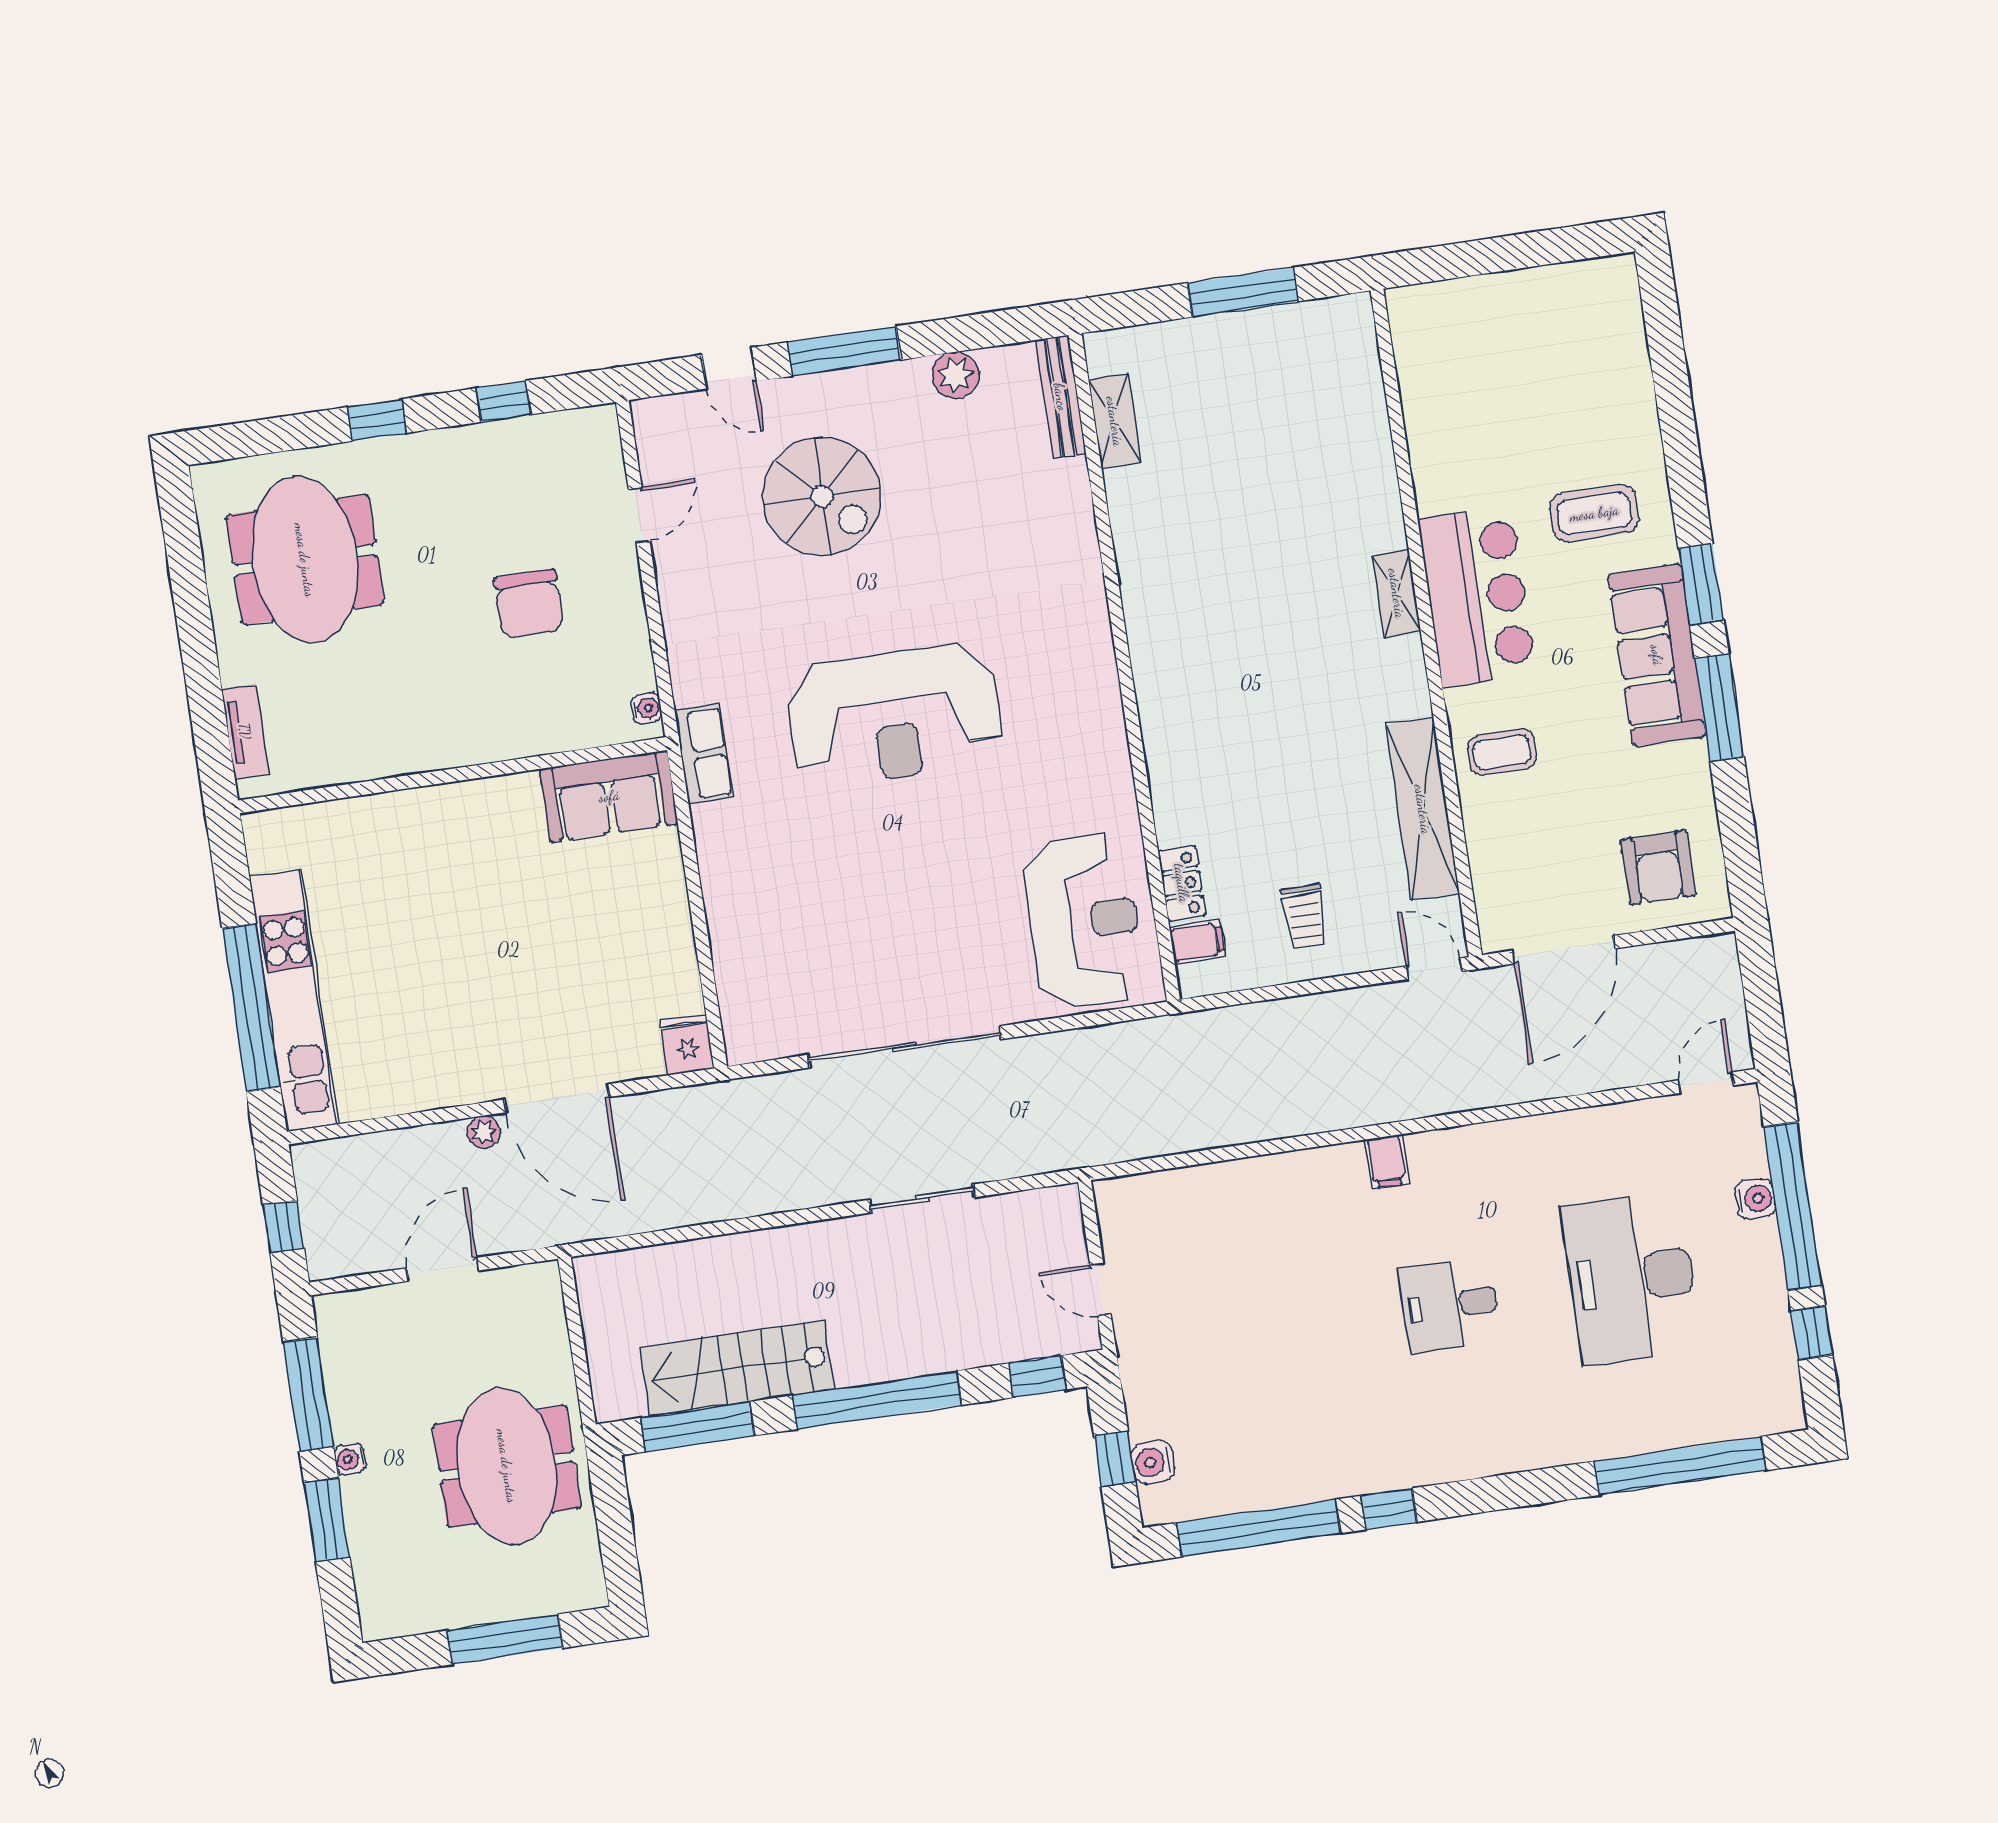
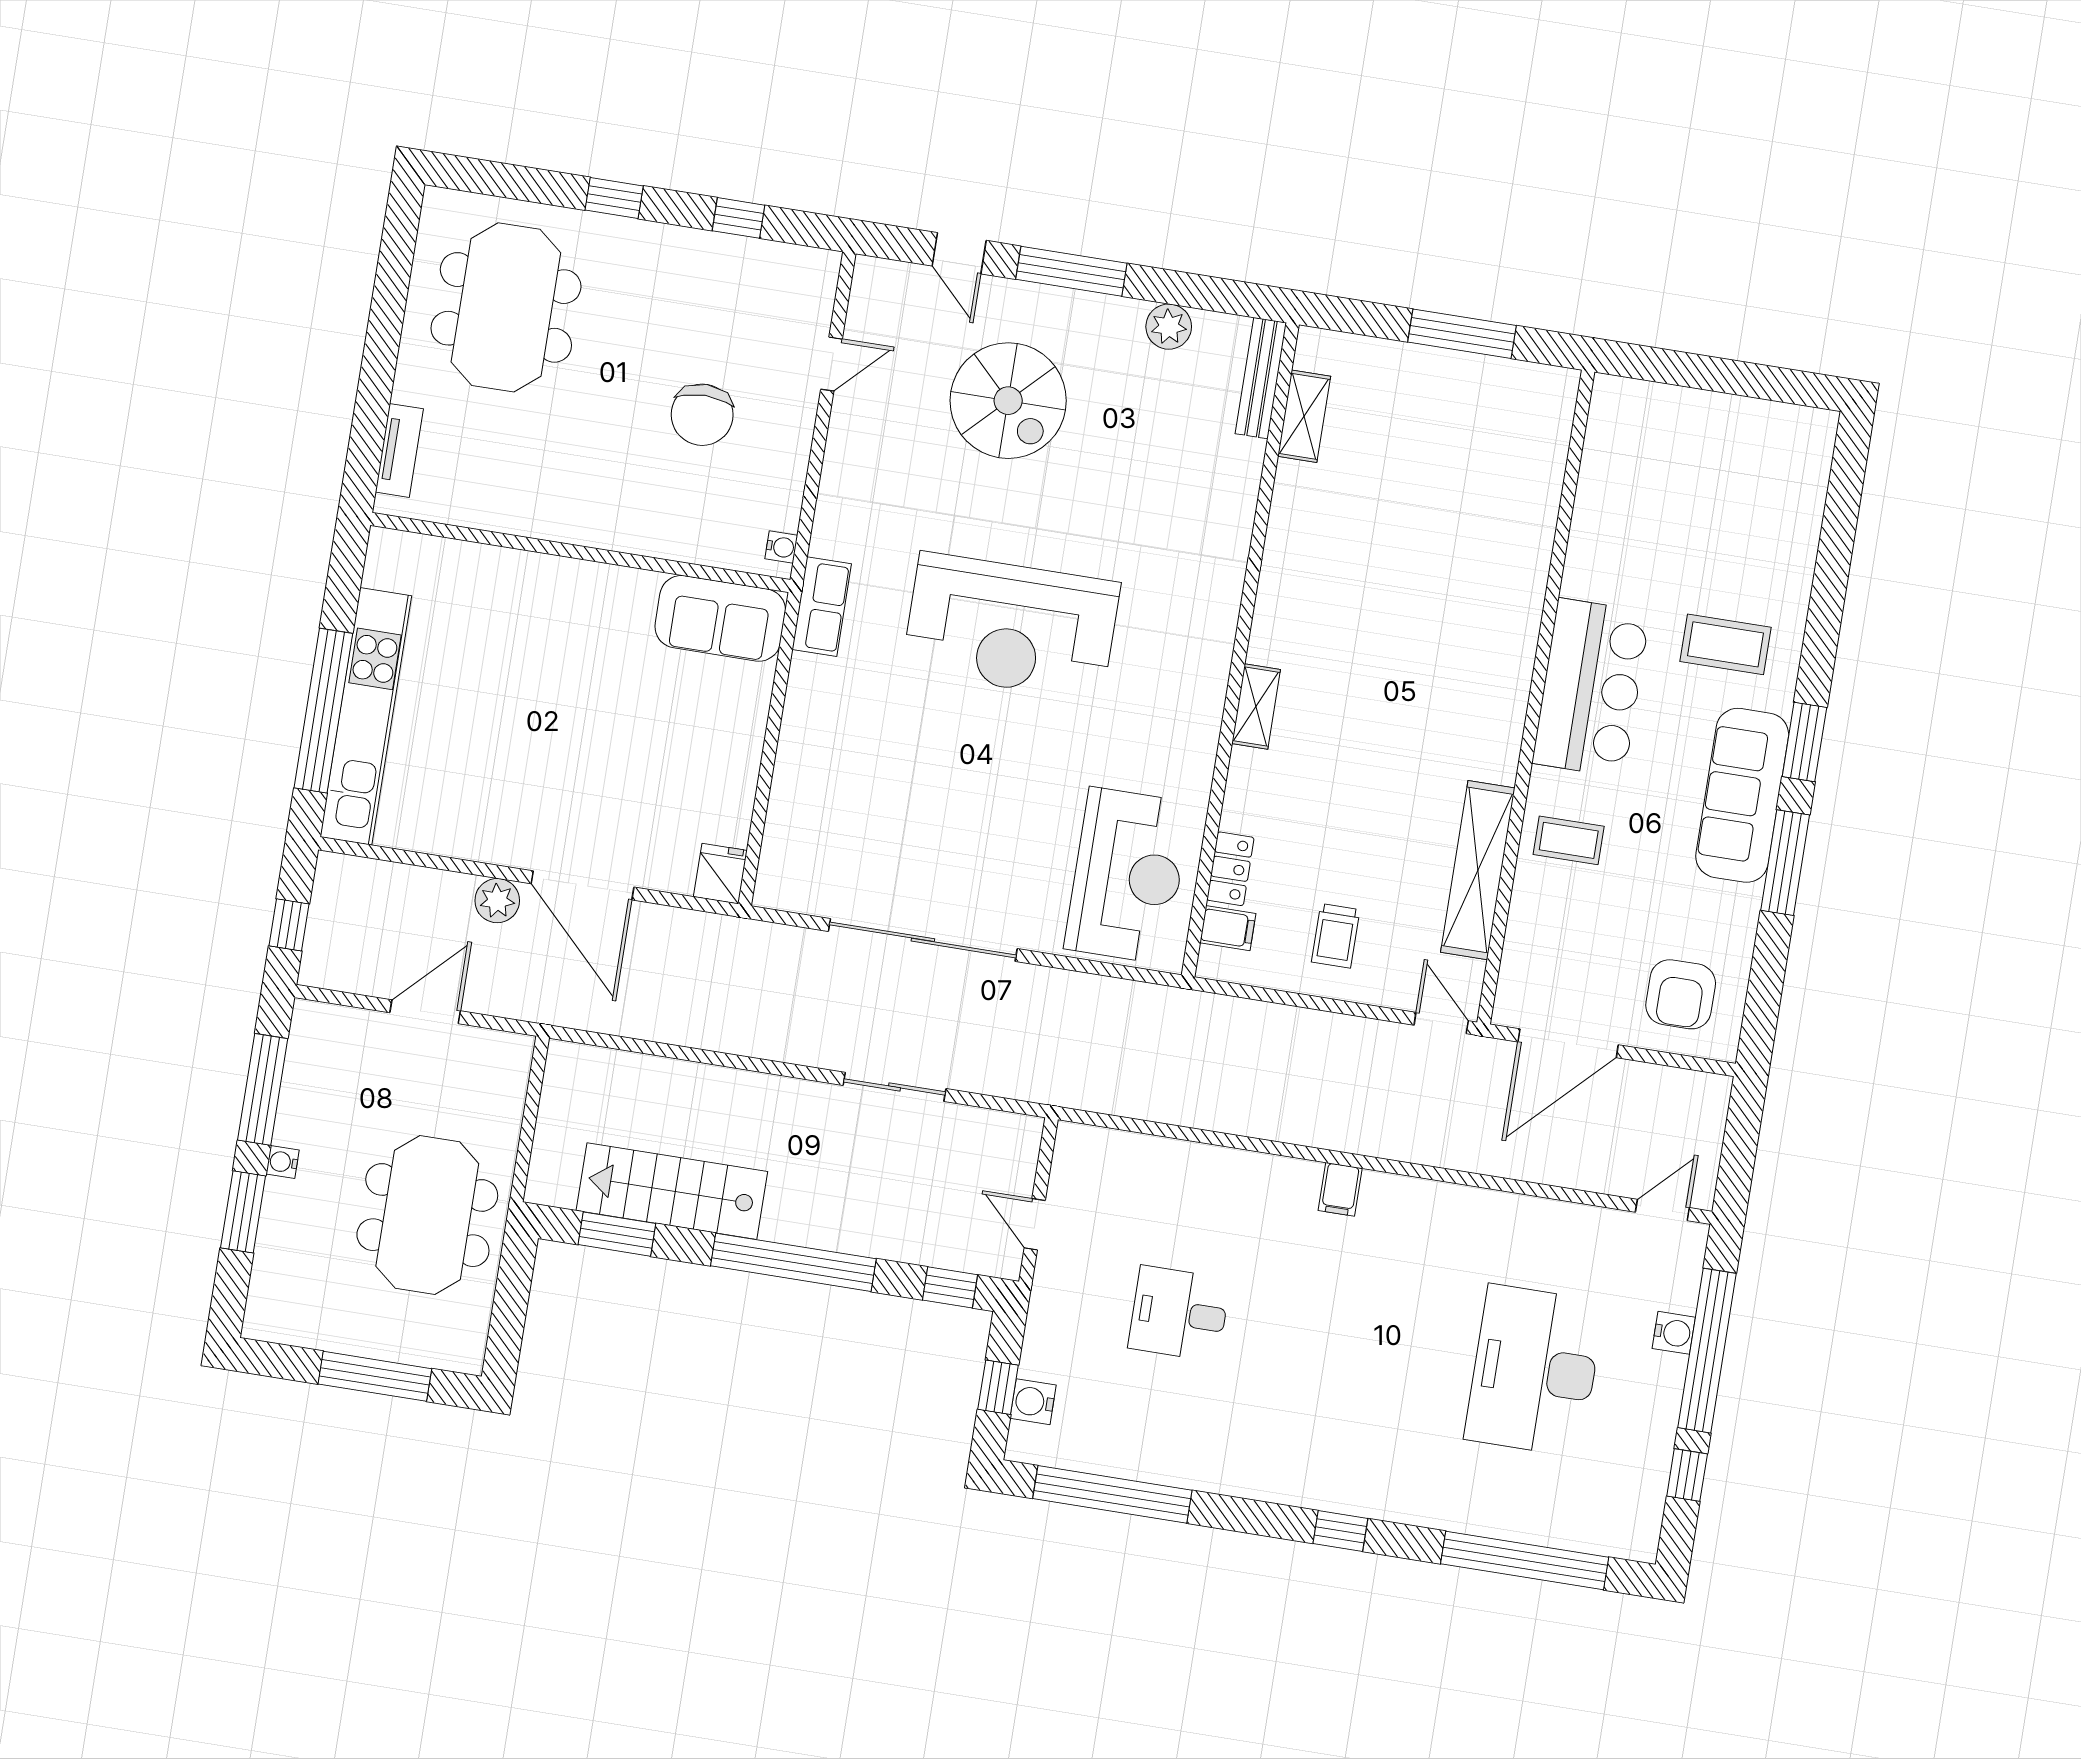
shelving: (1397, 593) -> (1256, 707), moved
plant: (484, 1132) -> (497, 901), width x1.38, depth x1.38
desk: (1450, 1305) -> (1179, 1314), moved
window: (697, 1427) -> (617, 1234), width x0.69
window: (1389, 1509) -> (1340, 1531), moved

